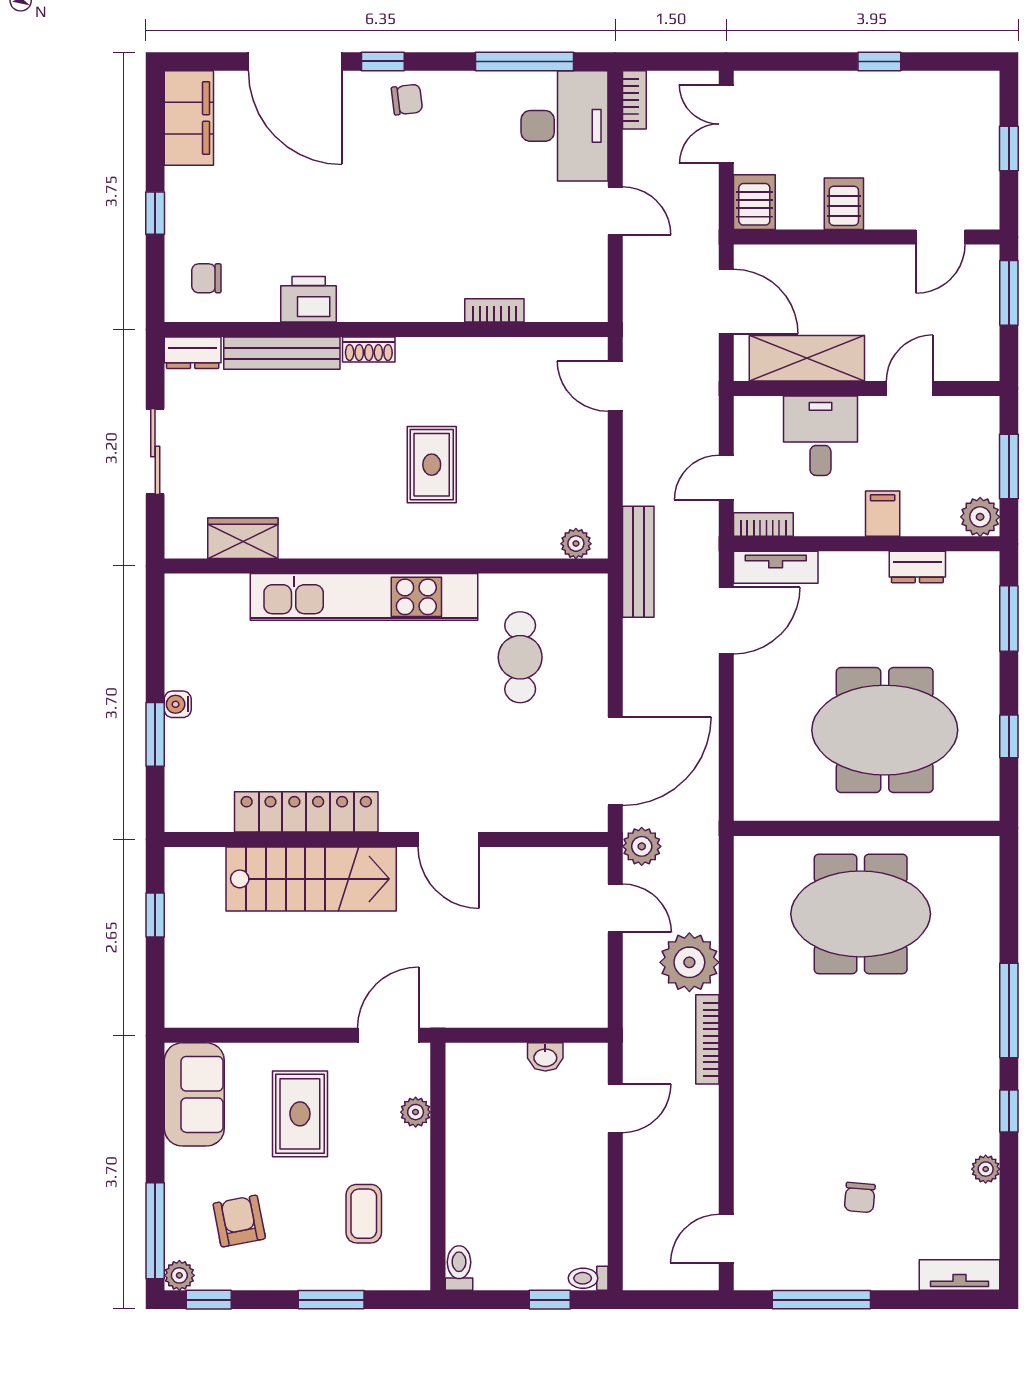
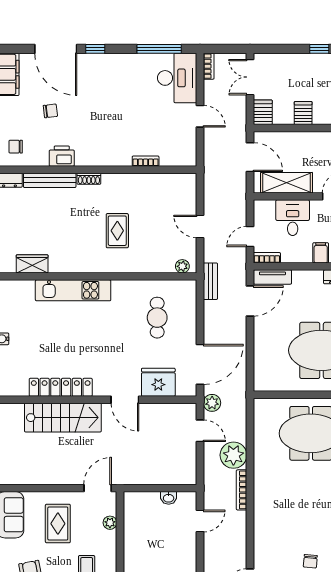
chair: (407, 100) -> (50, 111), moved
door: (615, 386) -> (200, 226), moved
bench: (638, 562) -> (210, 281), width x0.73
kitchen unit: (364, 597) -> (73, 290), width x0.73
fridge: (523, 801) -> (158, 382), added

